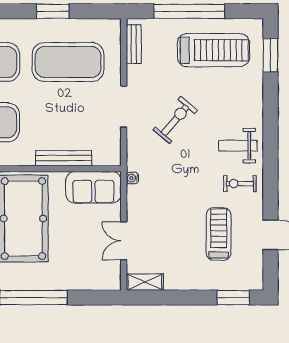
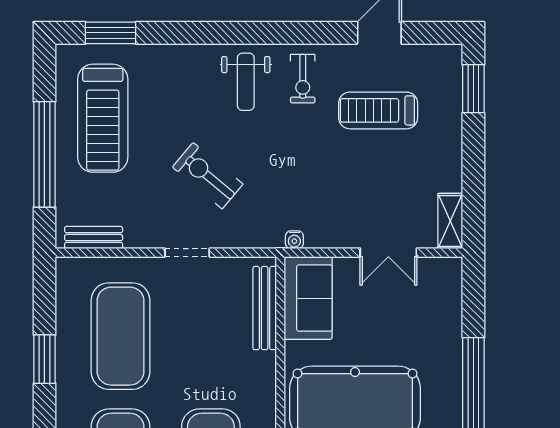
treadmill: (213, 50) -> (103, 118), turned 180
doorway: (124, 107) -> (187, 253), width x0.73
bench: (64, 158) -> (265, 308), moved

